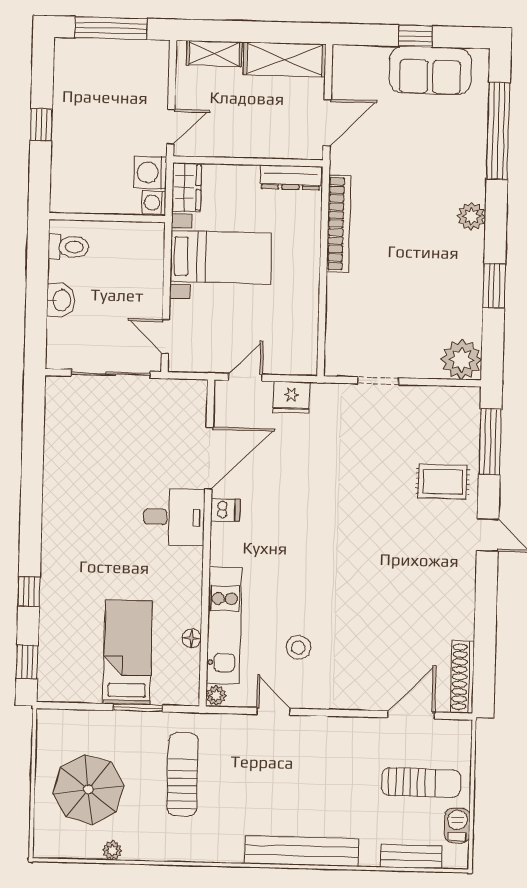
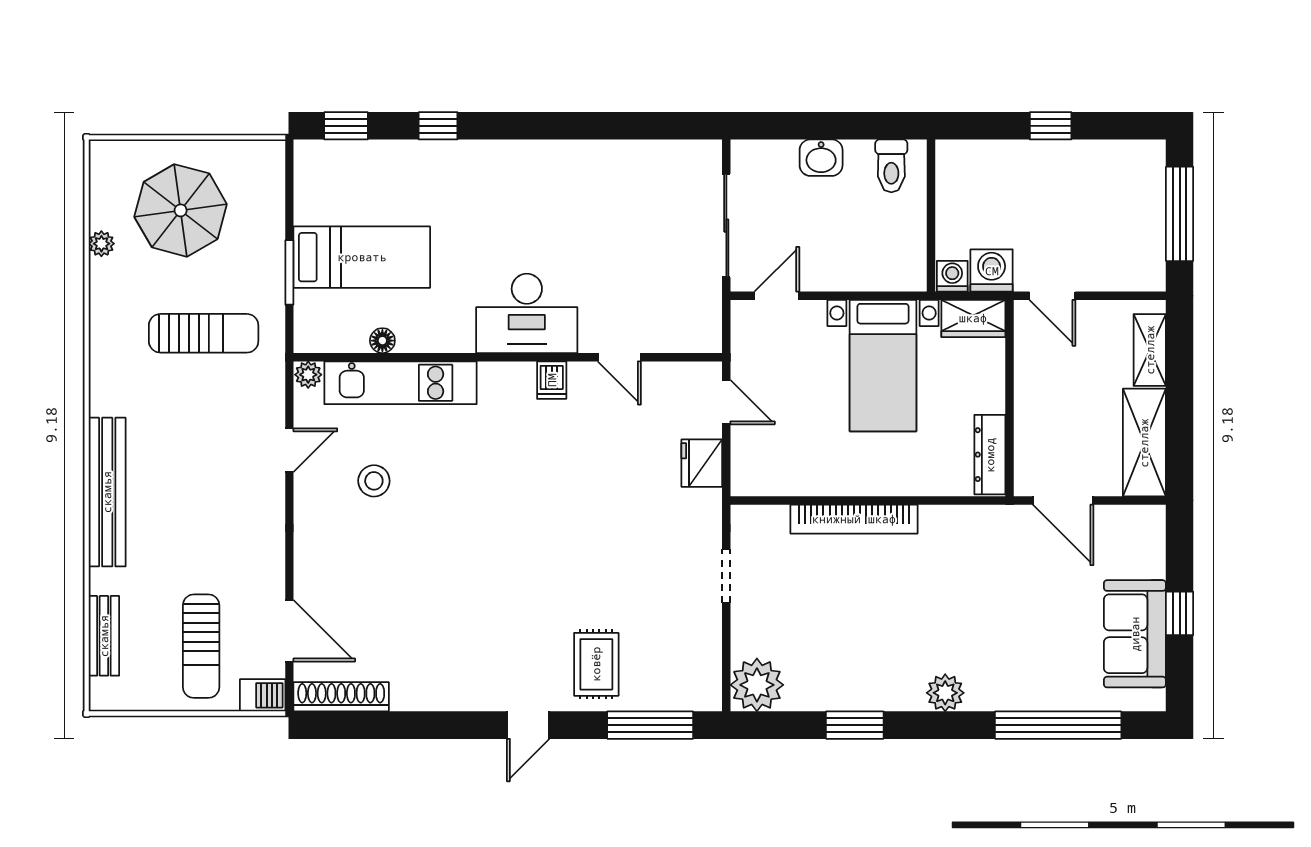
bookcase: (339, 224) -> (854, 519), moved
door: (209, 458) -> (619, 357), width x0.53
desk: (174, 517) -> (527, 313), width x1.37
barbecue: (457, 825) -> (263, 695), moved

